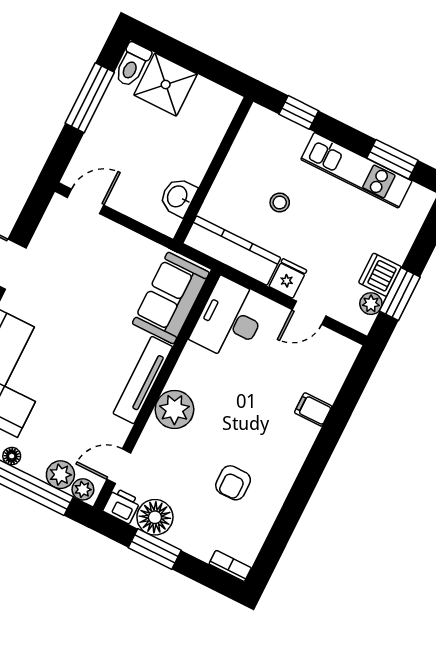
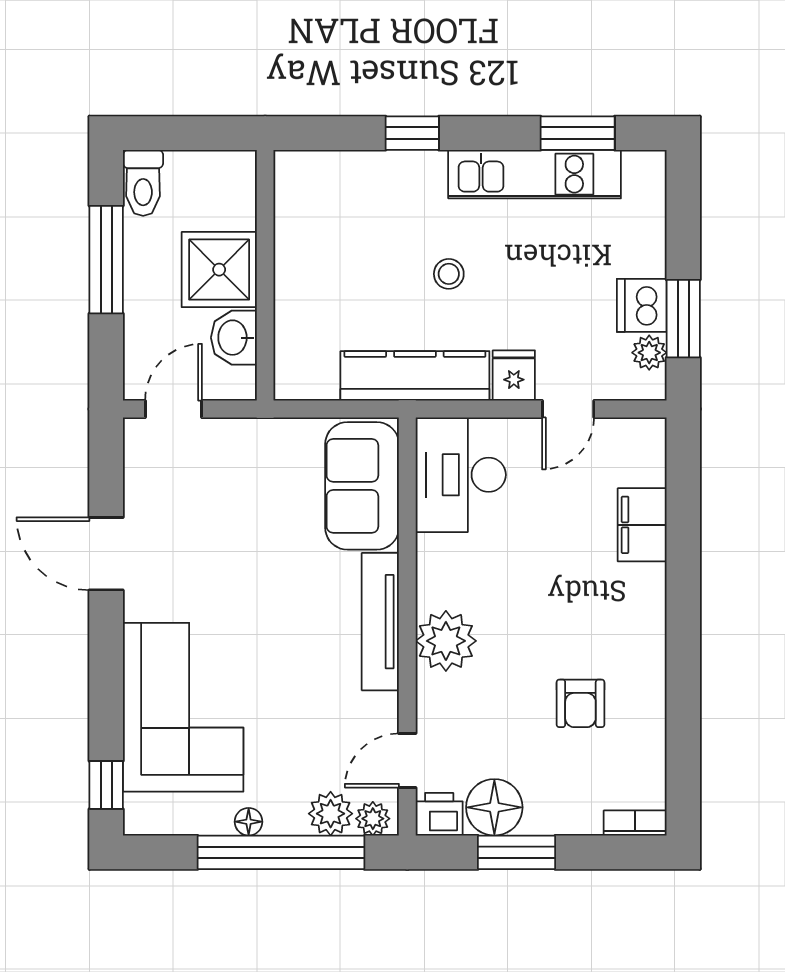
shower: (166, 85) -> (219, 270), moved
wall: (213, 170) -> (265, 275), moved
washbasin: (178, 197) -> (234, 338), moved
filing cabinet: (313, 409) -> (642, 525), width x2.00

